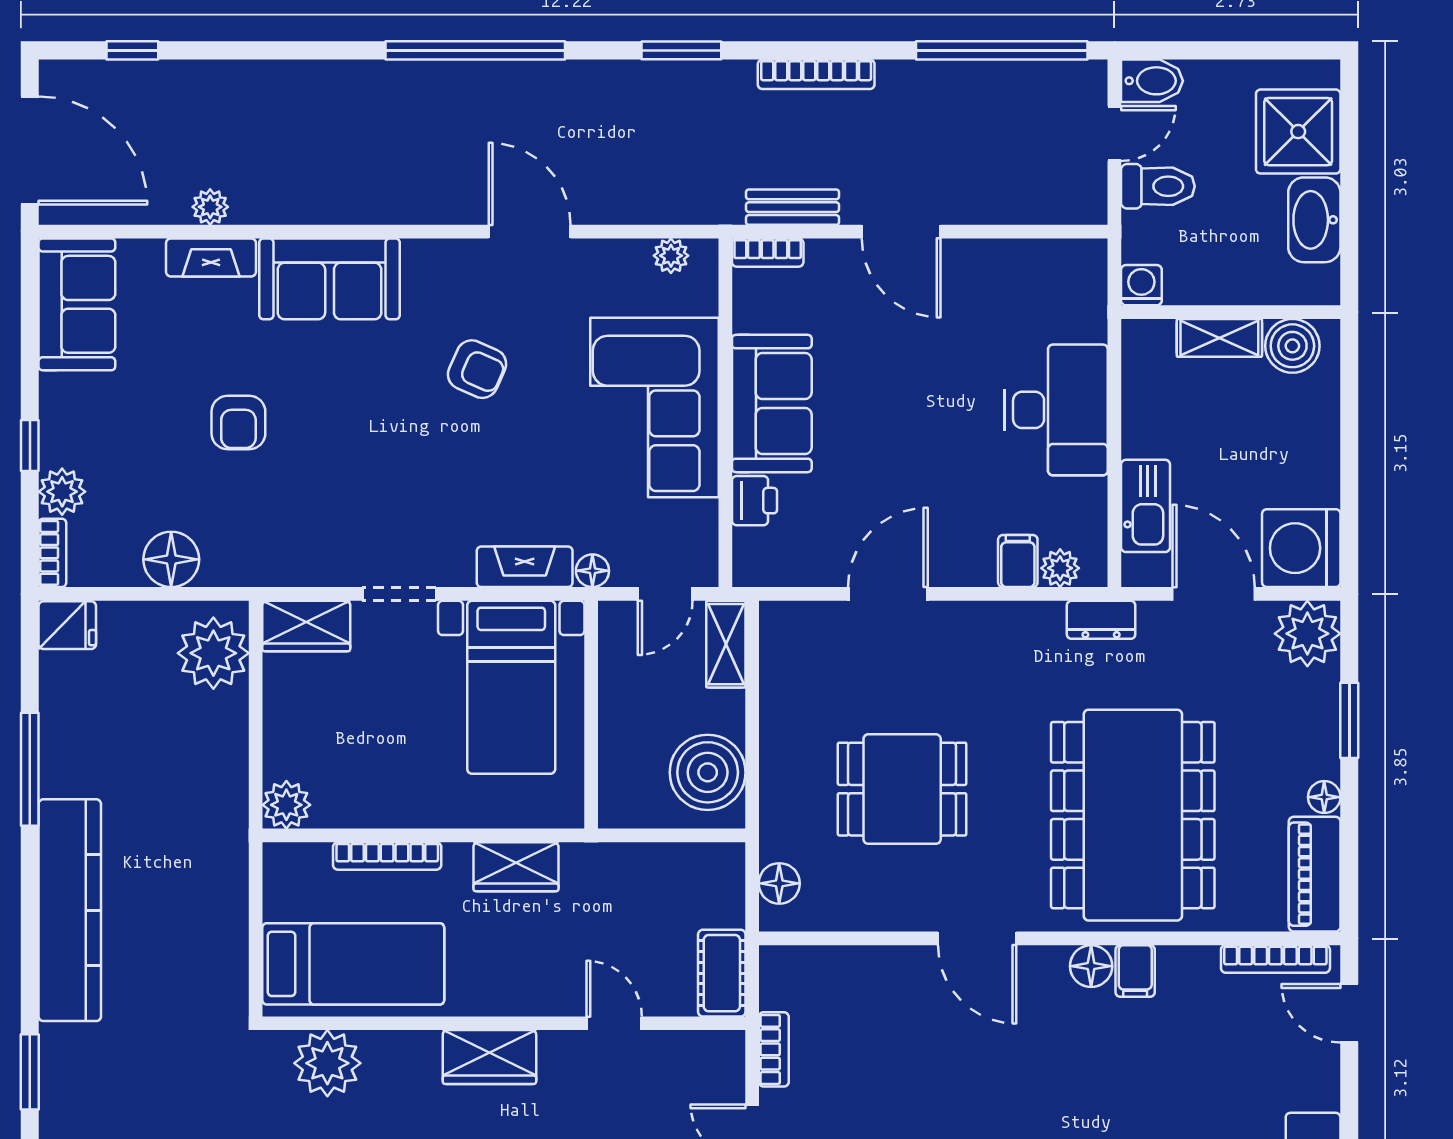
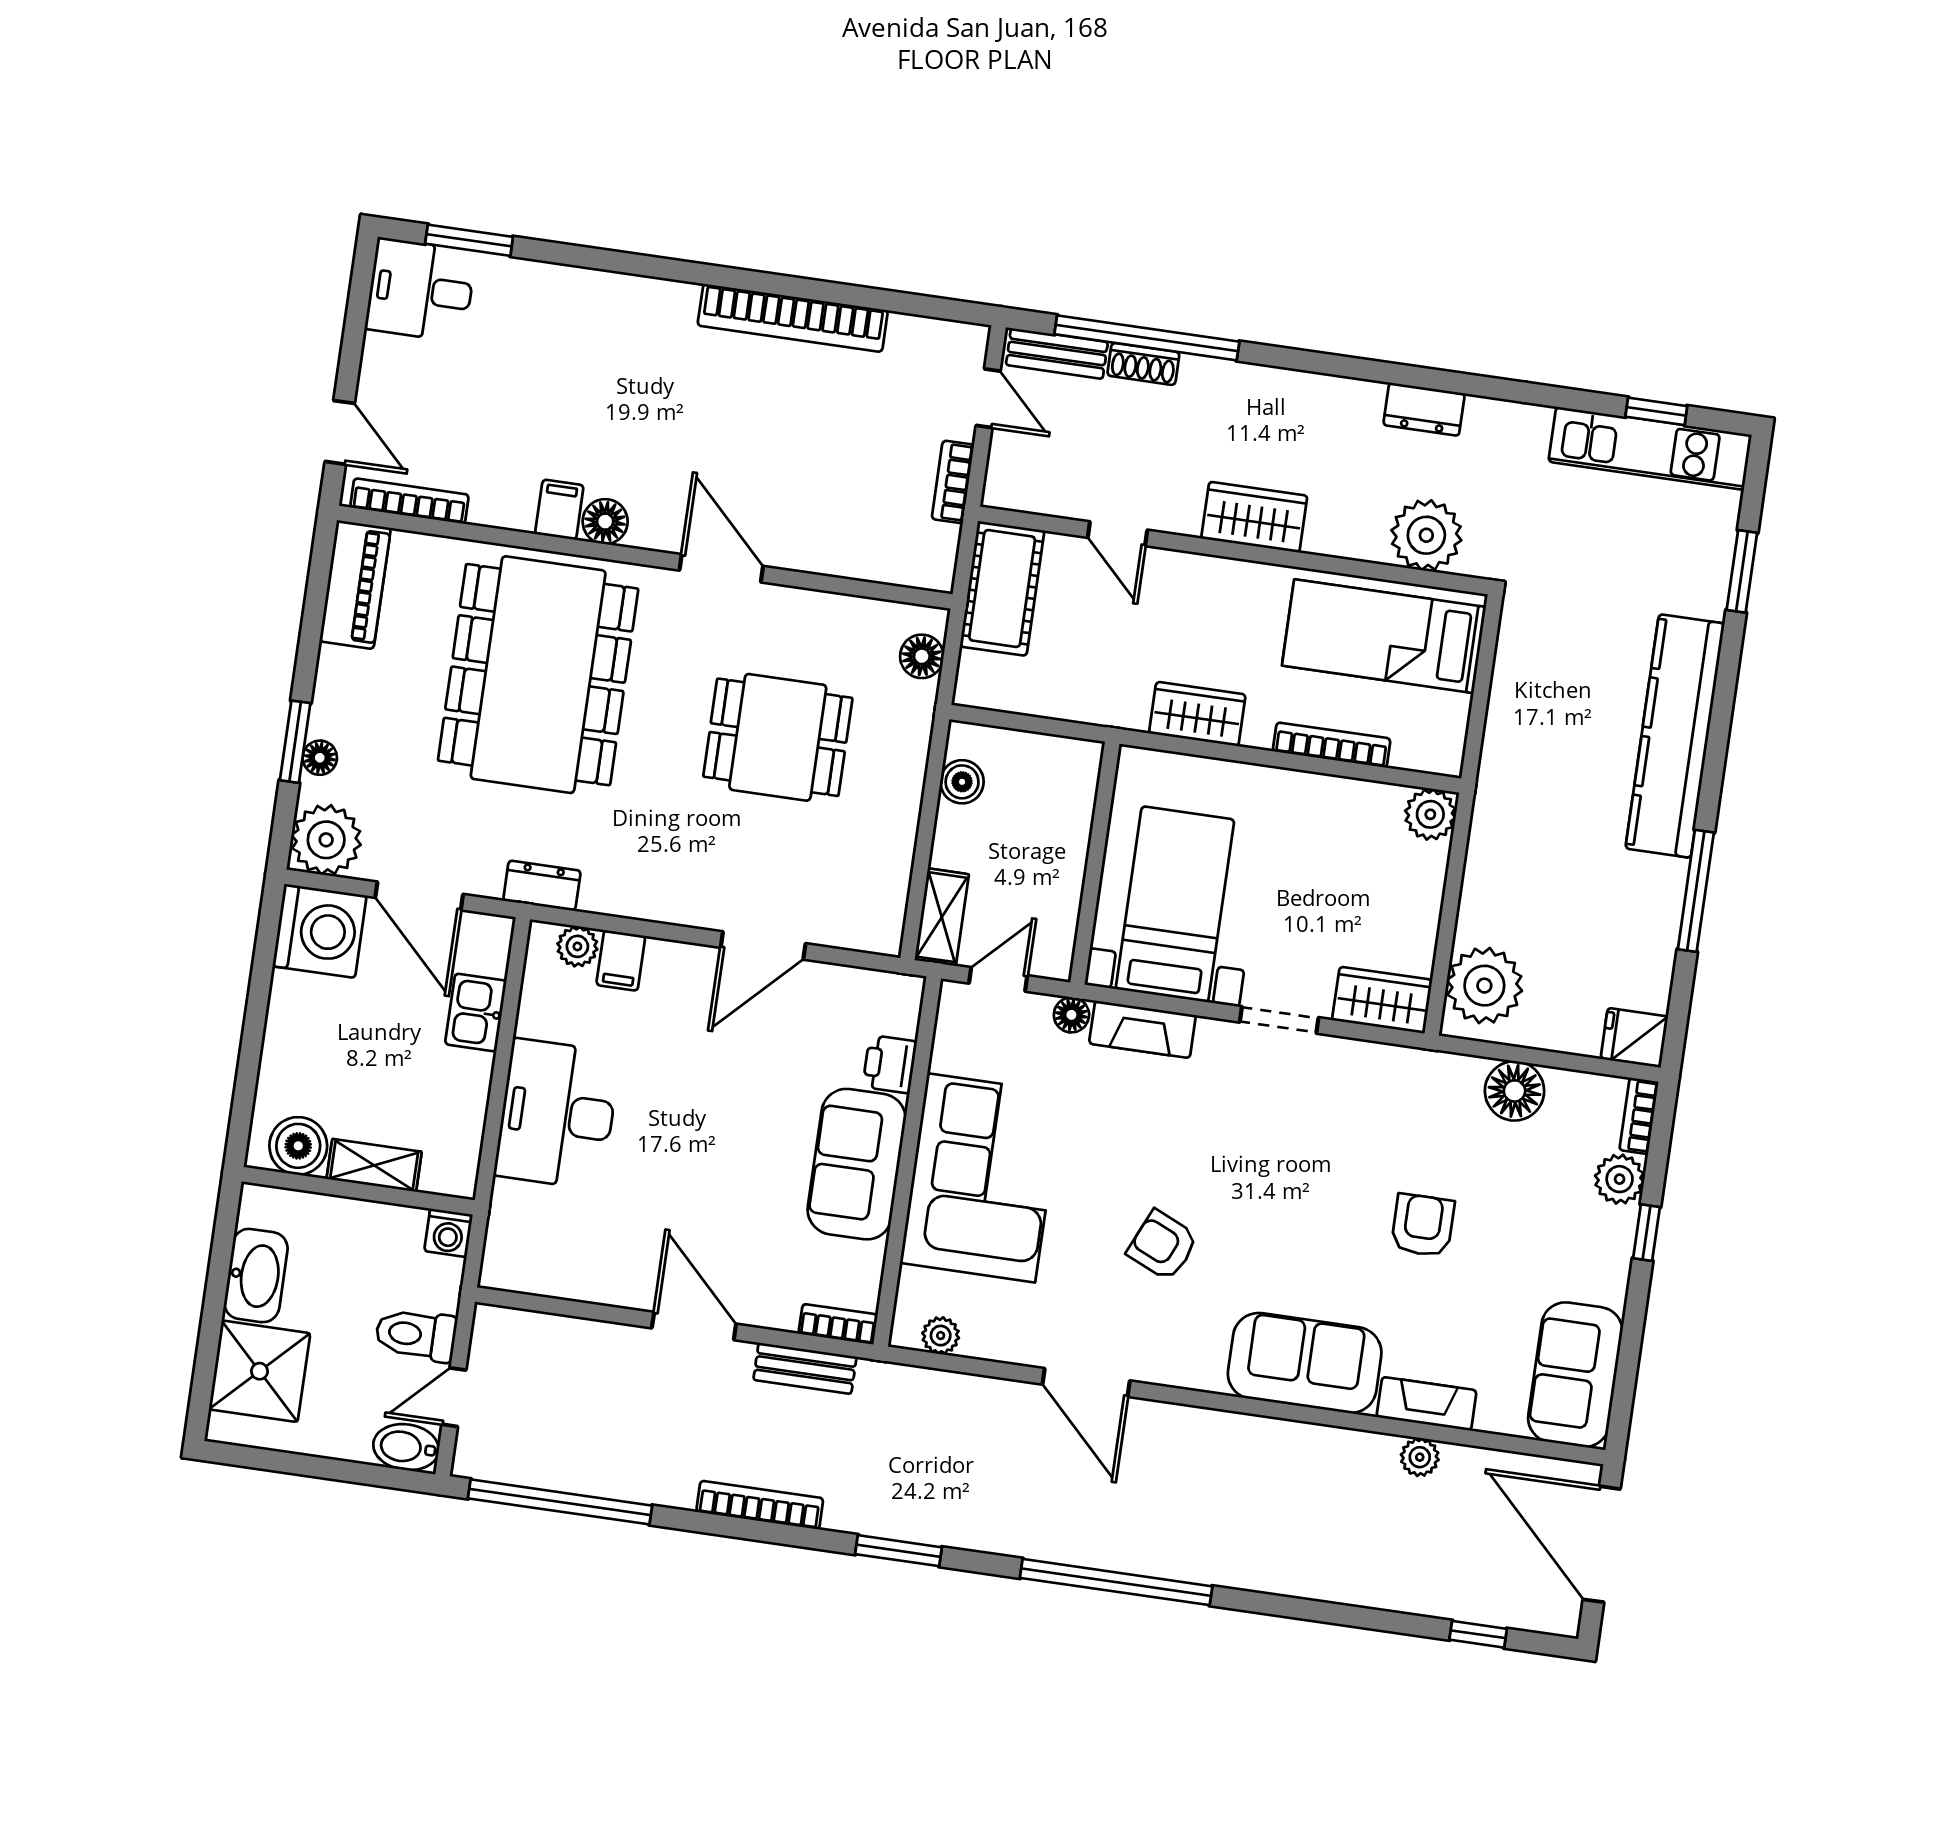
kitchen sink: (1146, 506) -> (476, 1012), width x0.73
boiler: (708, 772) -> (962, 782), width x0.54, depth x0.54
floor lamp: (1324, 797) -> (320, 758), moved
cot: (722, 973) -> (1002, 588), width x1.37, depth x1.34

